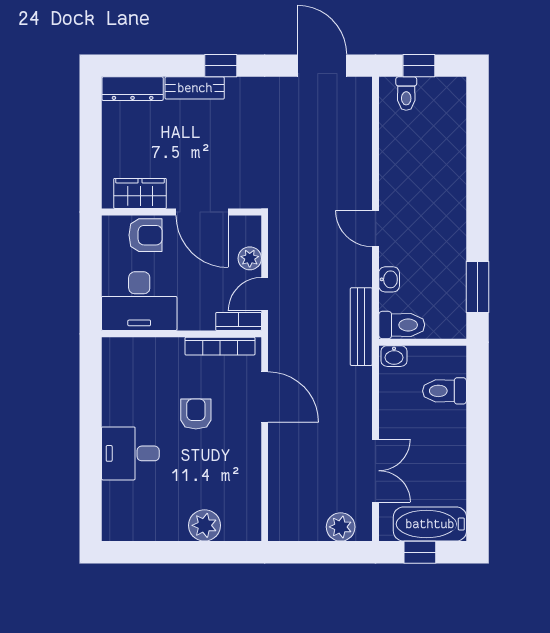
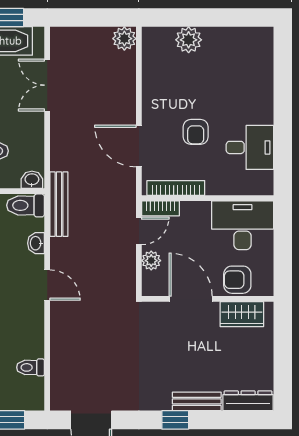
toilet: (406, 94) -> (31, 367), moved, turned -90
desk: (130, 453) -> (250, 147), moved
plant: (341, 527) -> (124, 39), moved

